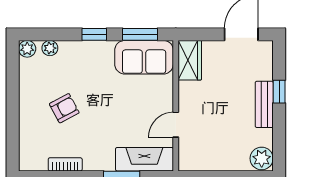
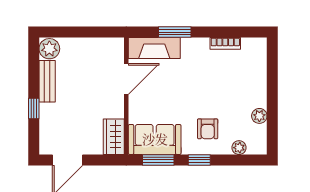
plant: (27, 49) -> (259, 116), moved
bench: (264, 104) -> (47, 81), moved
armchair: (64, 108) -> (208, 129), moved, turned -62
door: (176, 125) -> (126, 79), width x1.38

